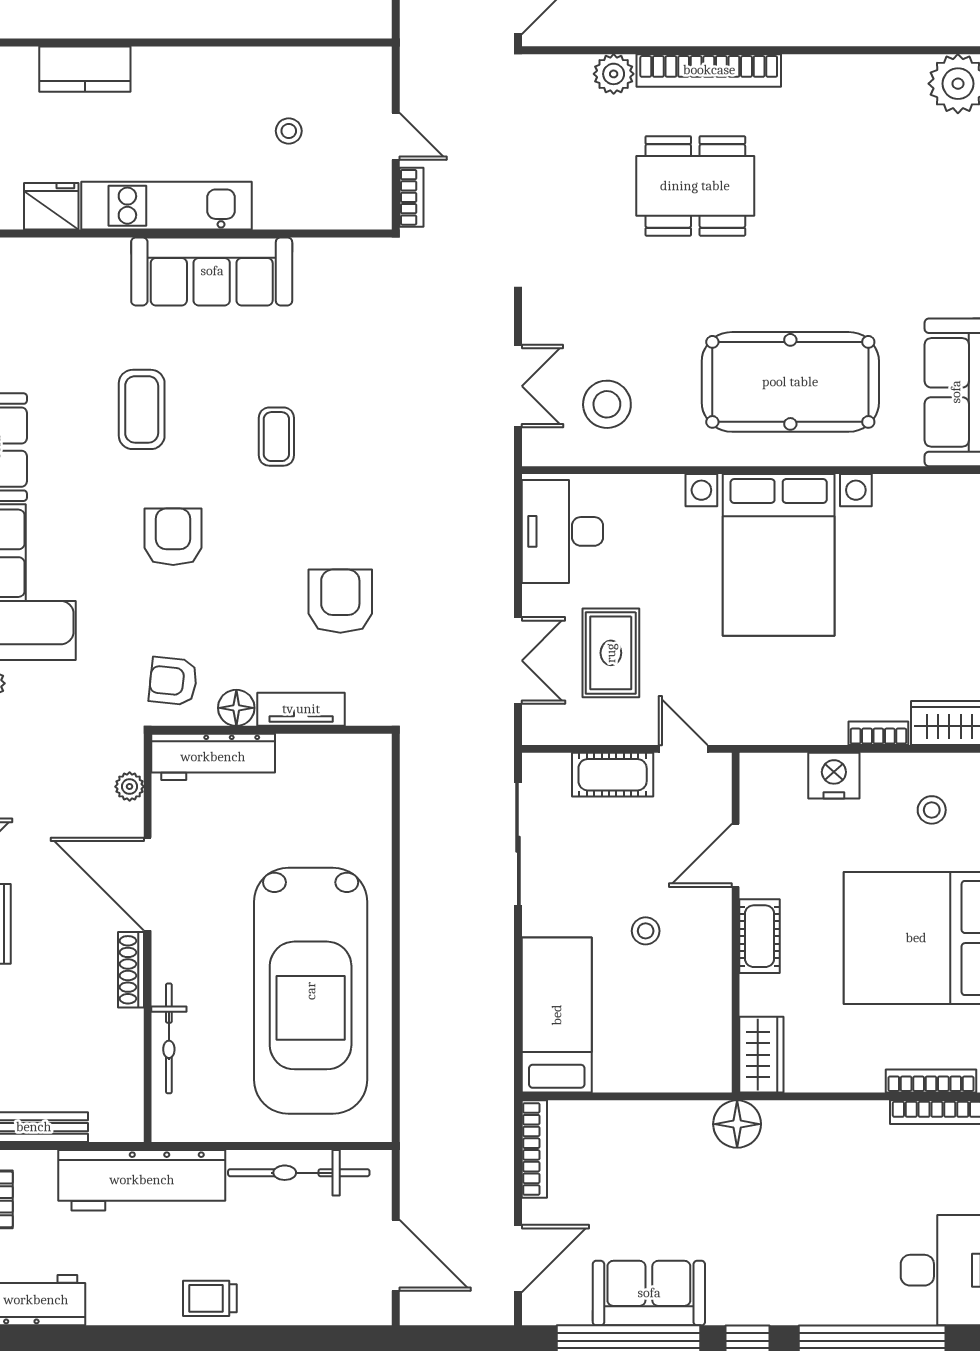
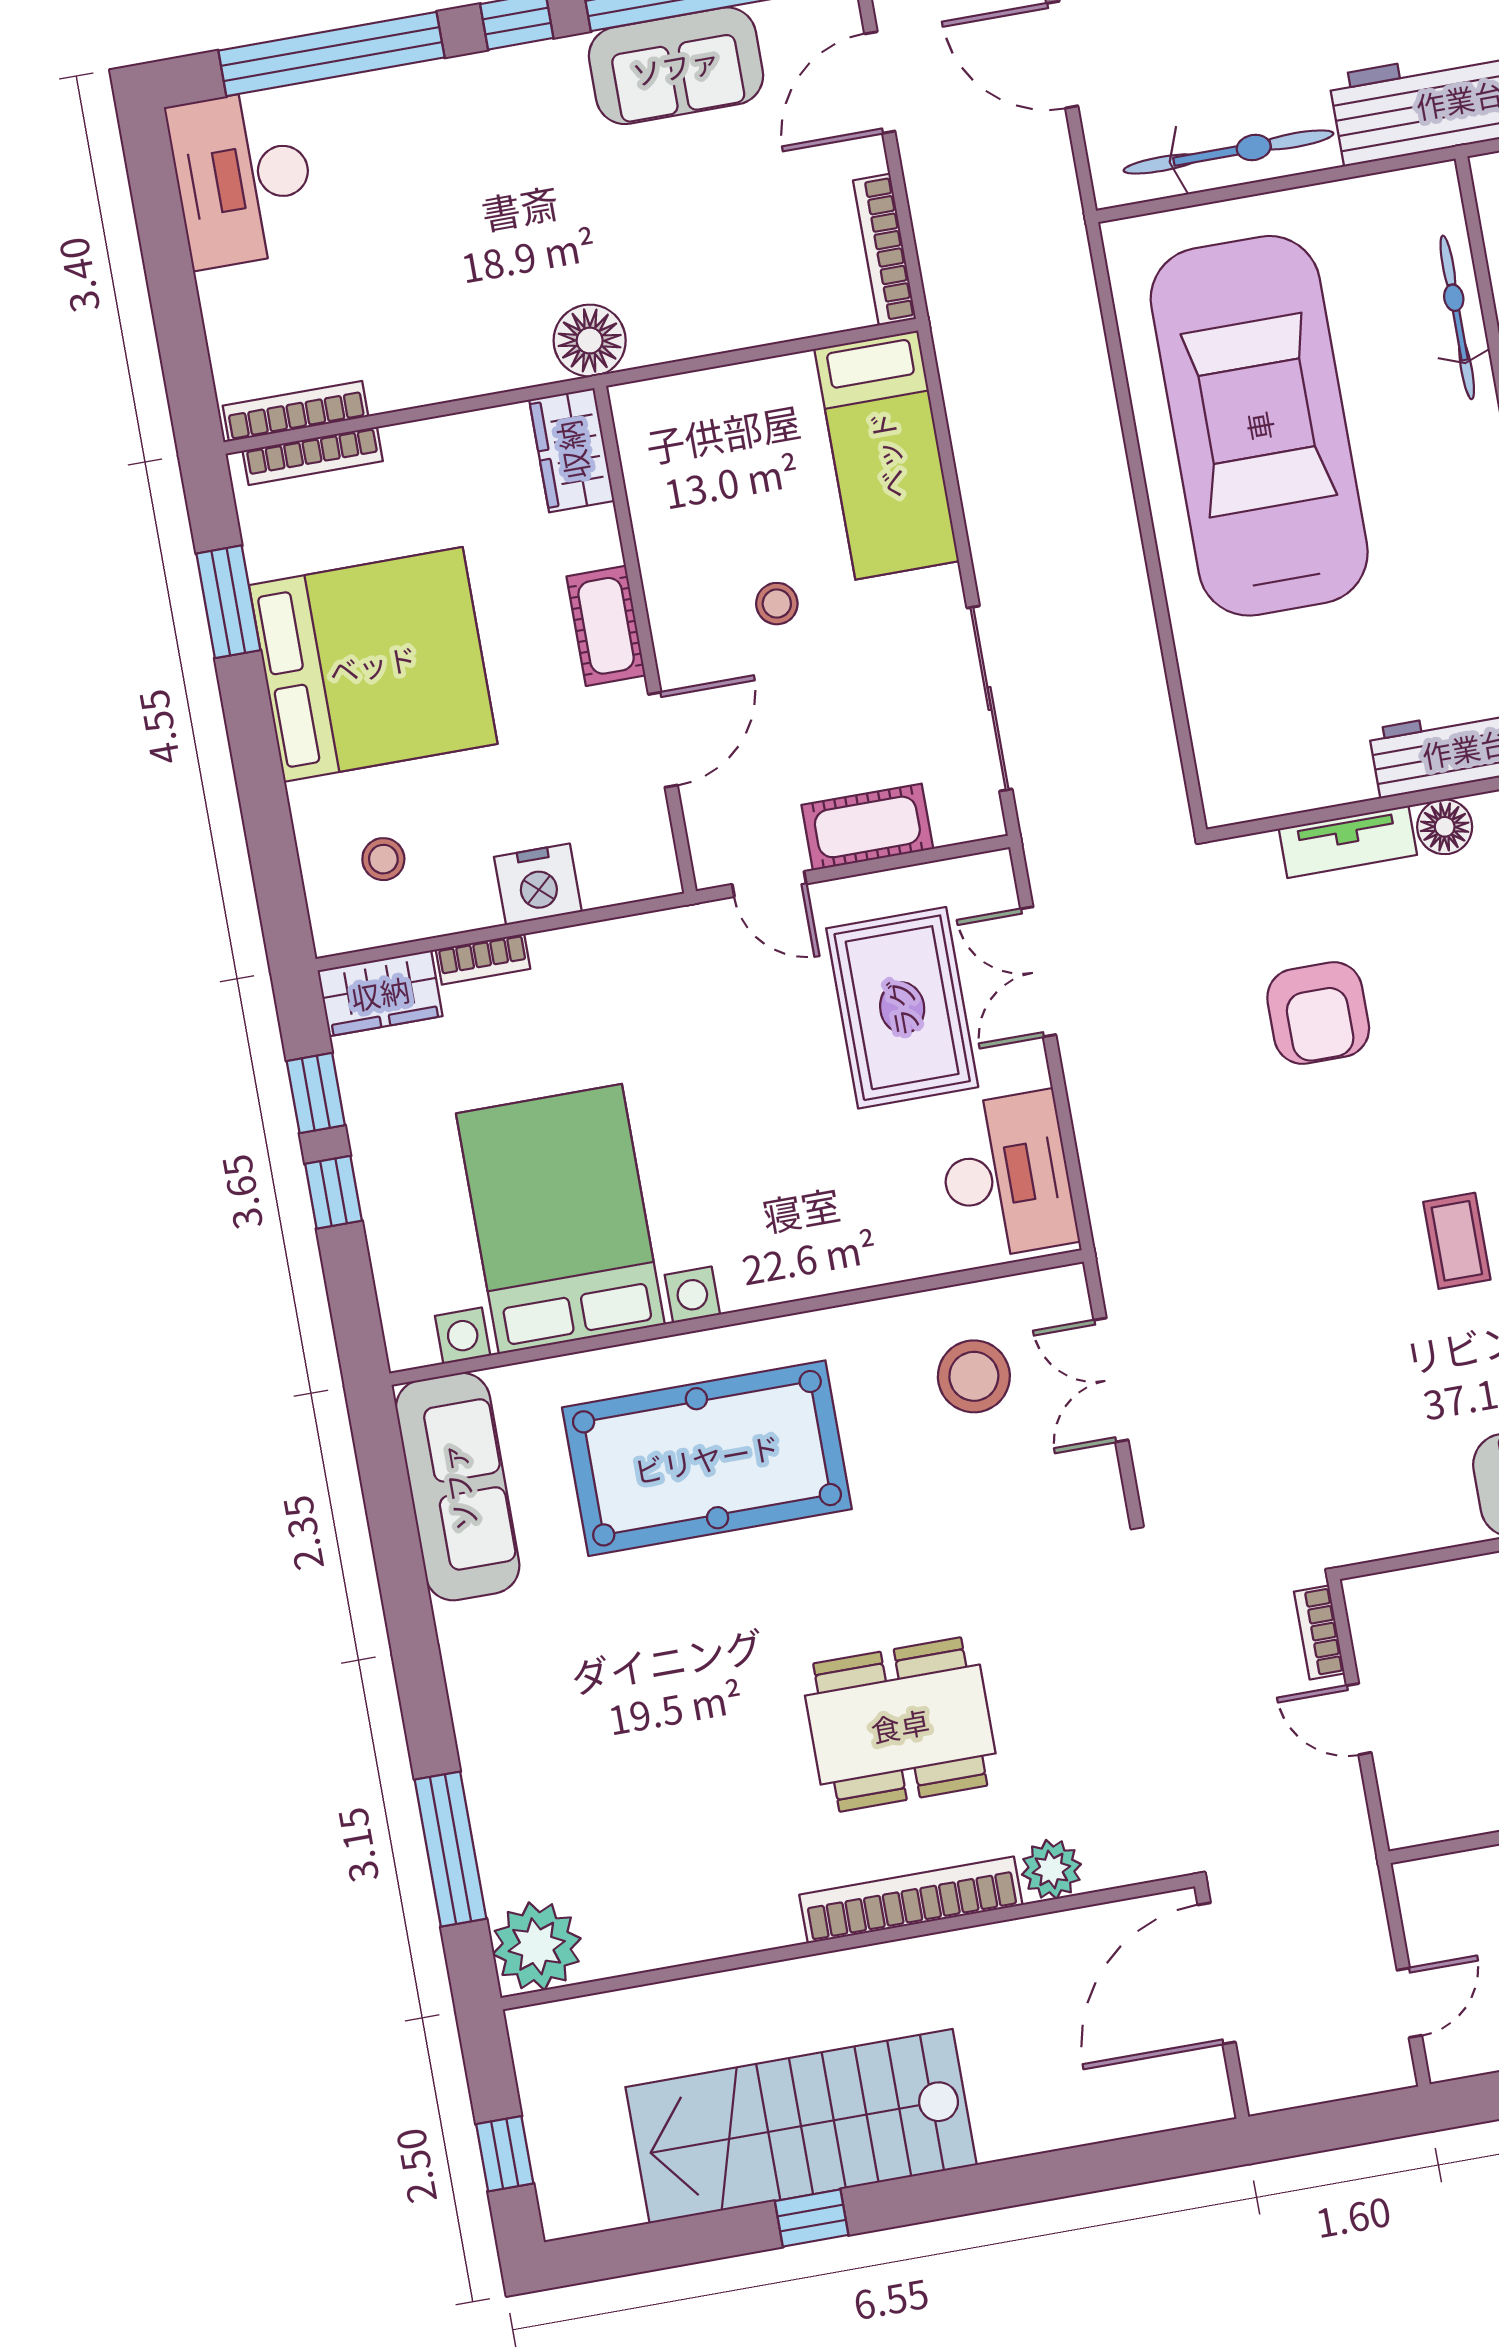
bed with nightstands: (779, 555) -> (560, 1219), moved
rug: (611, 653) -> (902, 1008), width x1.36, depth x1.43

